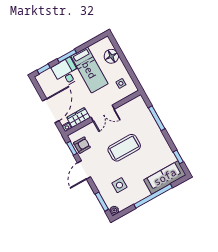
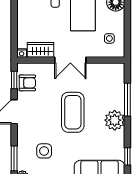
door: (51, 111) -> (14, 25), removed
plant: (156, 137) -> (115, 120), added
coffee table: (124, 148) -> (73, 112), turned 90

